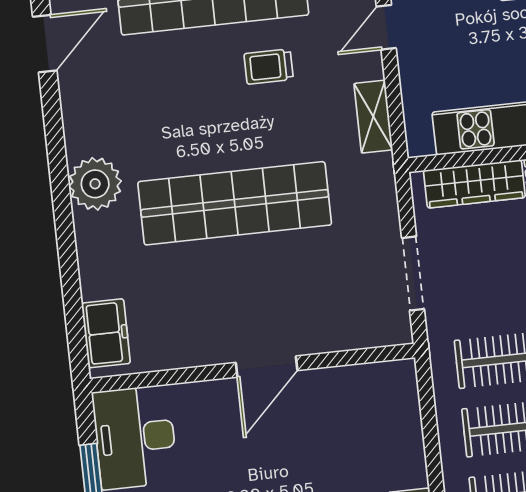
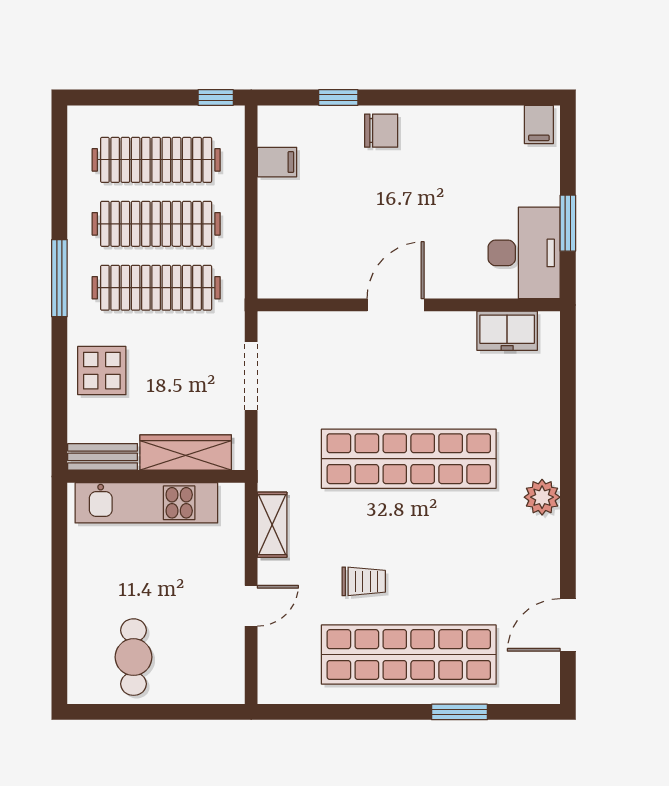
plant: (95, 184) -> (542, 497), width x0.73, depth x0.73
freezer: (106, 333) -> (507, 331), moved, turned -90

